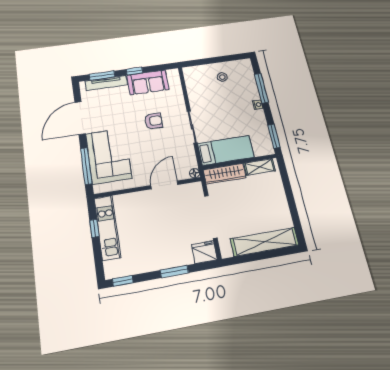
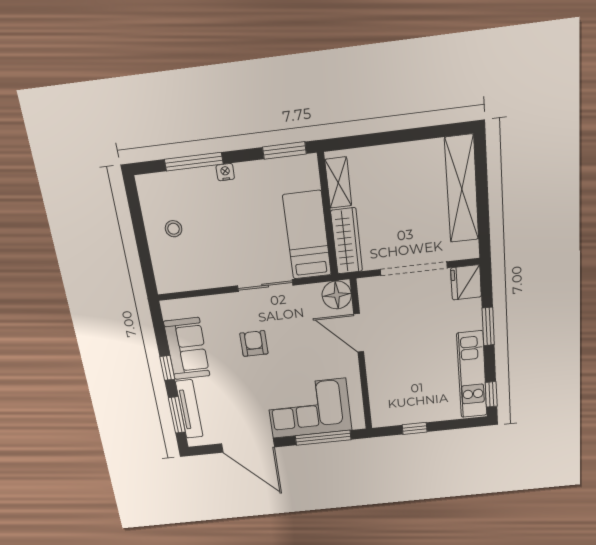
floor lamp: (194, 173) -> (337, 295), width x1.89, depth x1.89
kitchen unit: (107, 228) -> (472, 375), moved, turned -90

